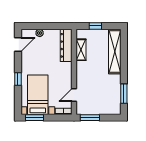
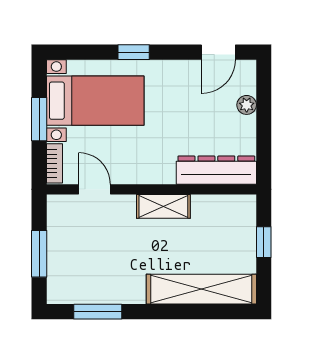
door: (18, 44) -> (218, 52), hinge flipped
shelving: (81, 50) -> (163, 206), moved
window: (34, 118) -> (39, 119), moved
window: (90, 118) -> (39, 254), moved

